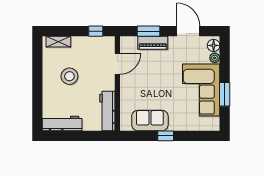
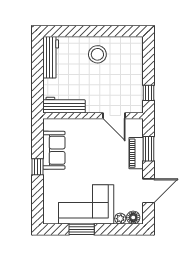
shelving: (58, 42) -> (137, 53), removed
stool: (69, 76) -> (97, 54), moved

